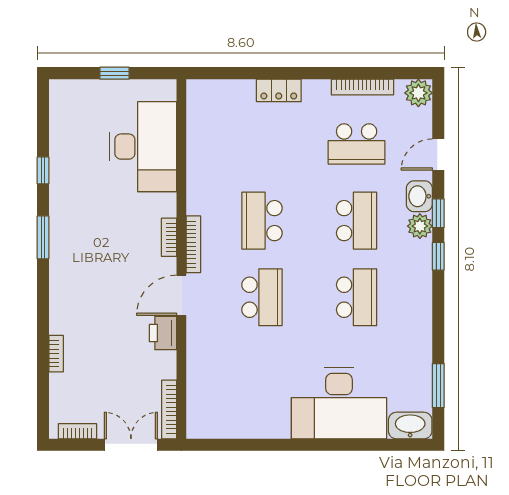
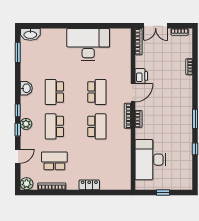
washbasin: (419, 196) -> (26, 88), moved
school desk: (262, 297) -> (97, 92), turned 180
desk: (339, 403) -> (88, 44), moved

